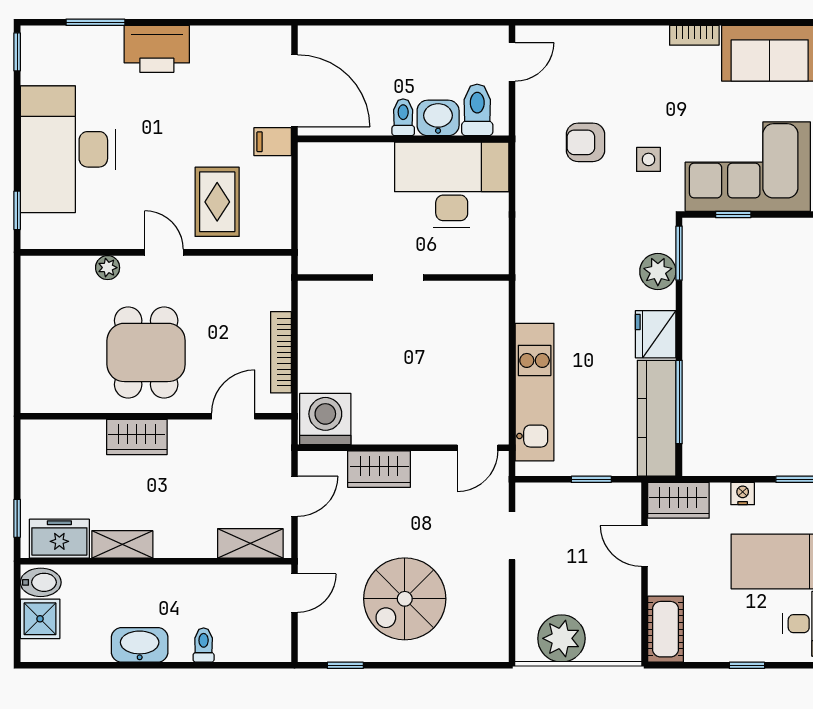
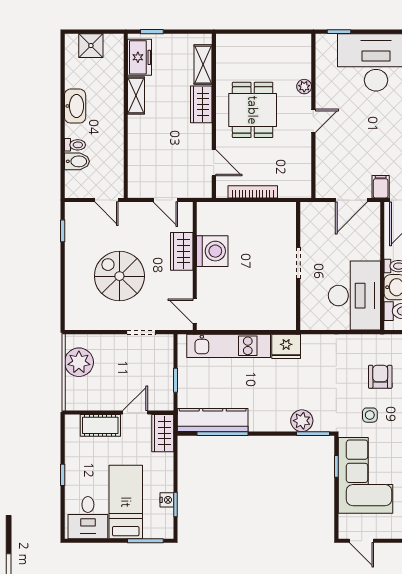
door: (295, 190) -> (351, 200), added
rug: (217, 202) -> (344, 153), removed
fridge: (656, 334) -> (286, 346), moved, turned 180
dining table: (146, 352) -> (253, 110), turned 90
washing machine: (325, 419) -> (212, 251), moved
nightstand: (743, 494) -> (167, 500), moved
shelving: (250, 543) -> (203, 65), moved
bidet: (41, 582) -> (77, 161), moved, turned -90
spiral stairs: (405, 599) -> (119, 276), moved
cot: (665, 629) -> (100, 425), moved

